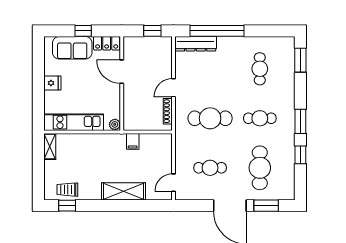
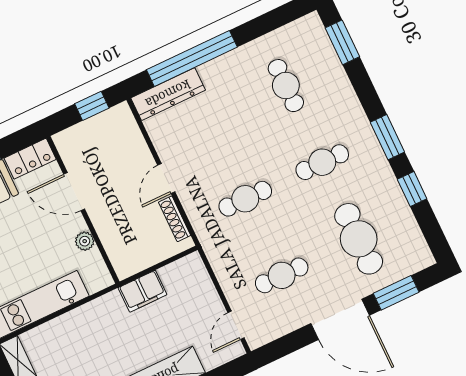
cafe table: (210, 118) -> (245, 199), width x0.73, depth x0.74
plant: (115, 124) -> (85, 241), moved
filing cabinet: (133, 141) -> (143, 291), width x2.00

